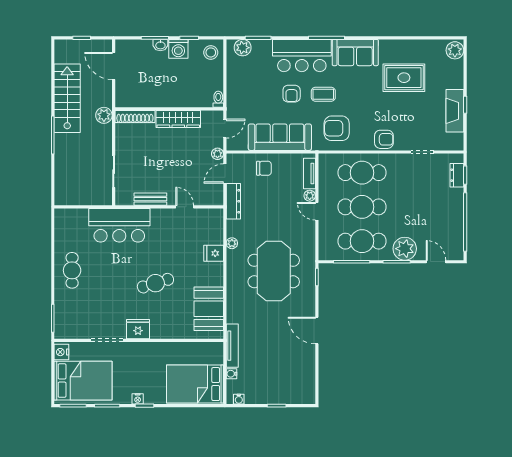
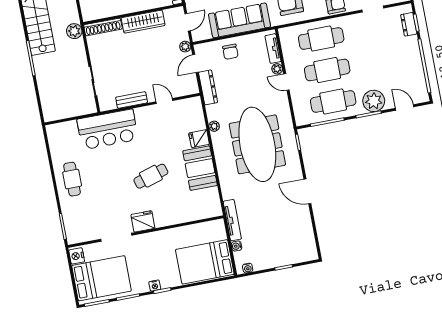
chair: (264, 168) -> (230, 52), turned 90
meeting table: (274, 271) -> (257, 144), width x1.36
booth: (209, 309) -> (200, 168), moved

